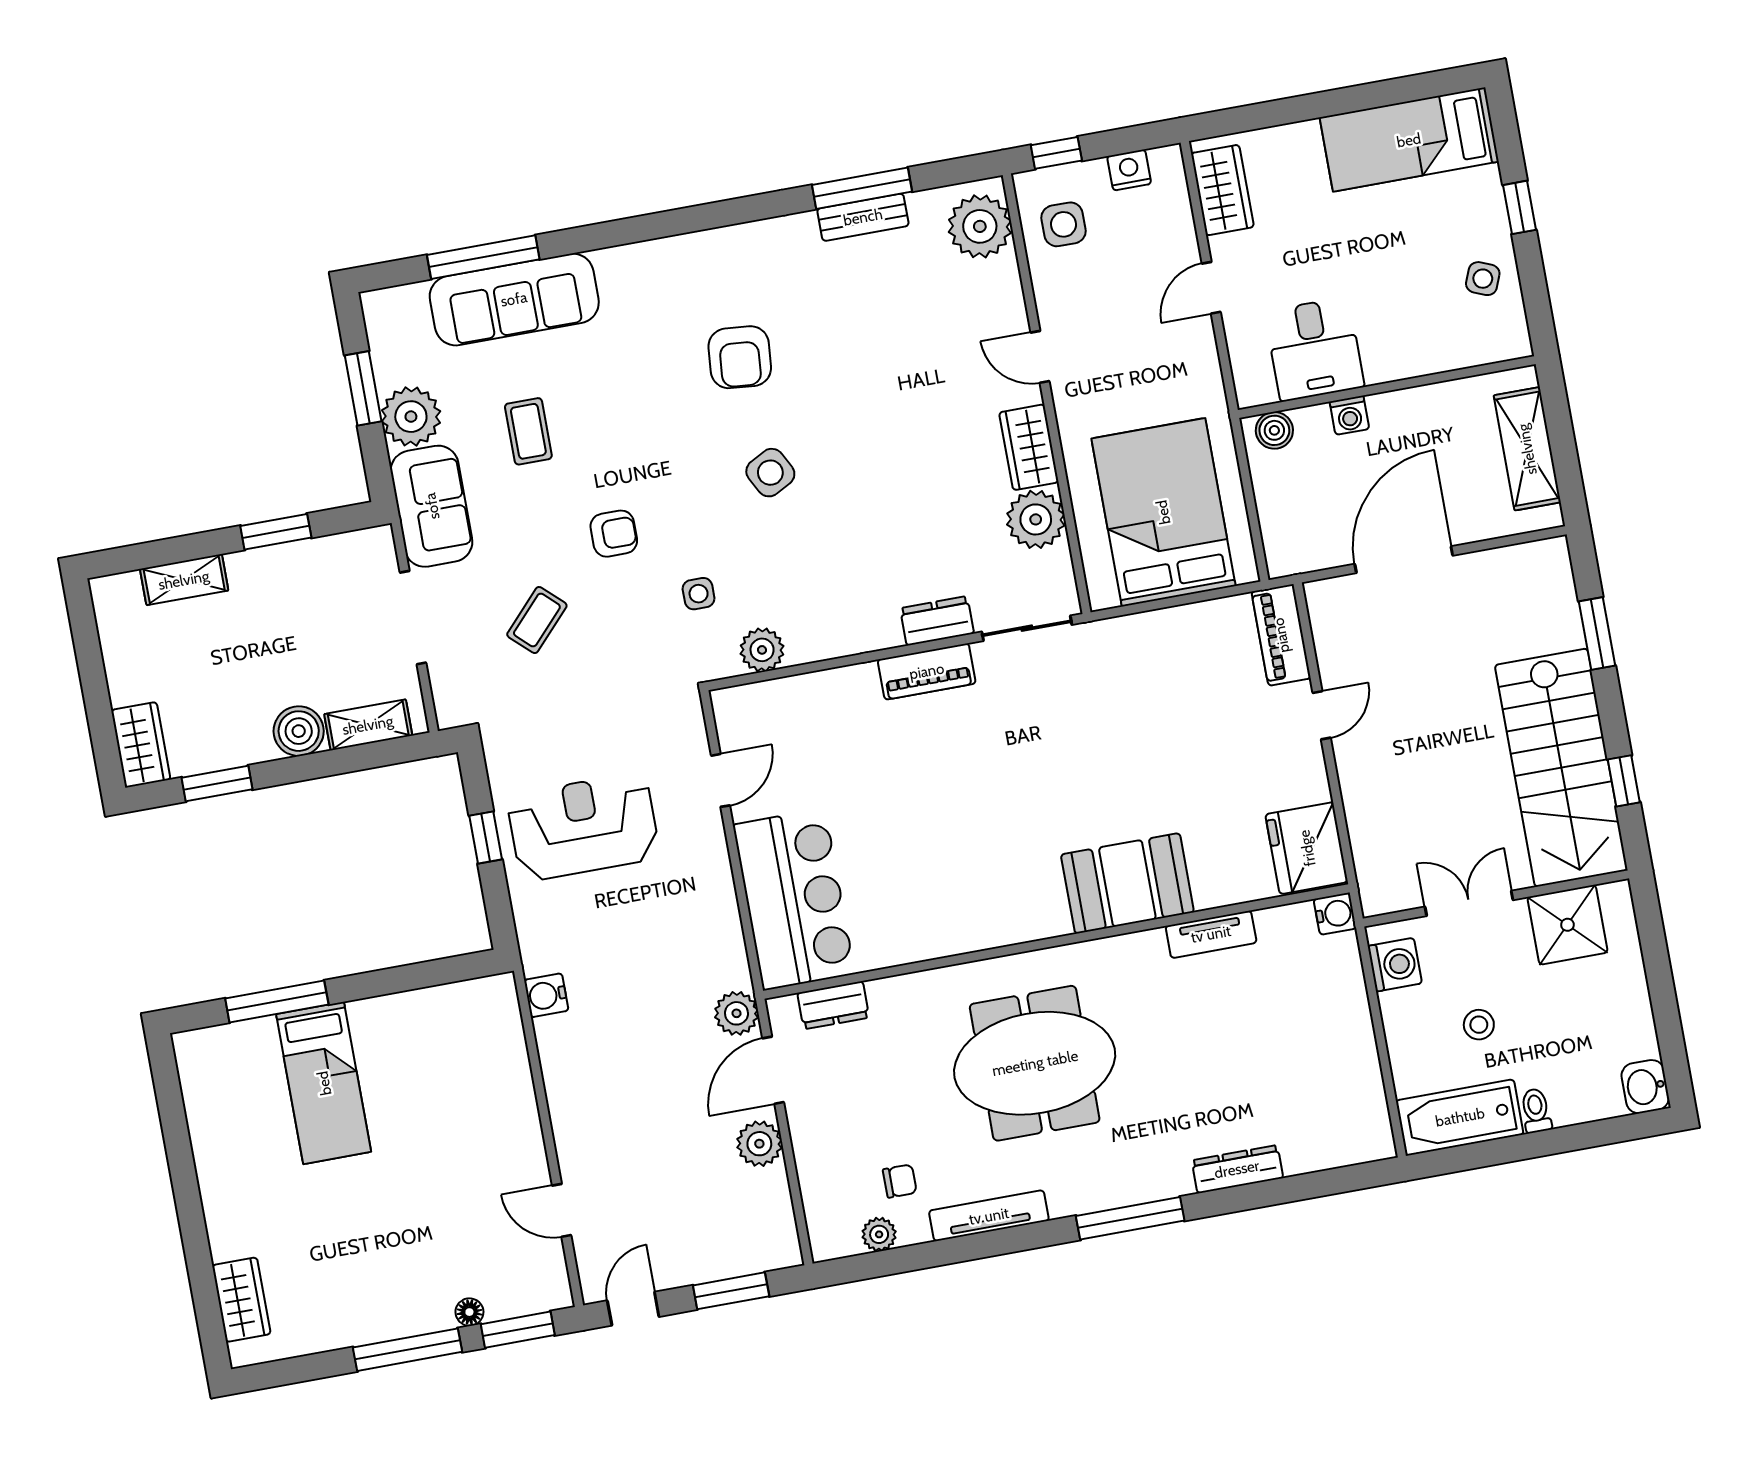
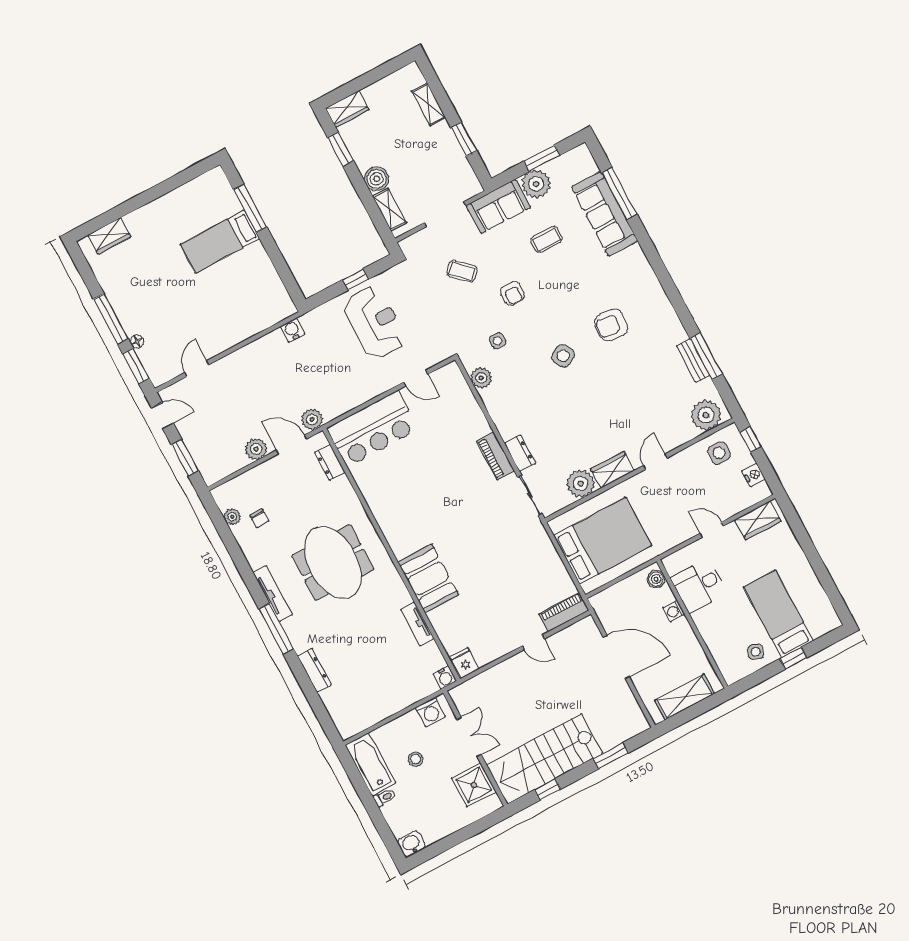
bed: (1409, 140) -> (778, 614), moved
fridge: (1307, 848) -> (464, 663), width x0.53, depth x0.75
tv unit: (989, 1216) -> (273, 594), moved

